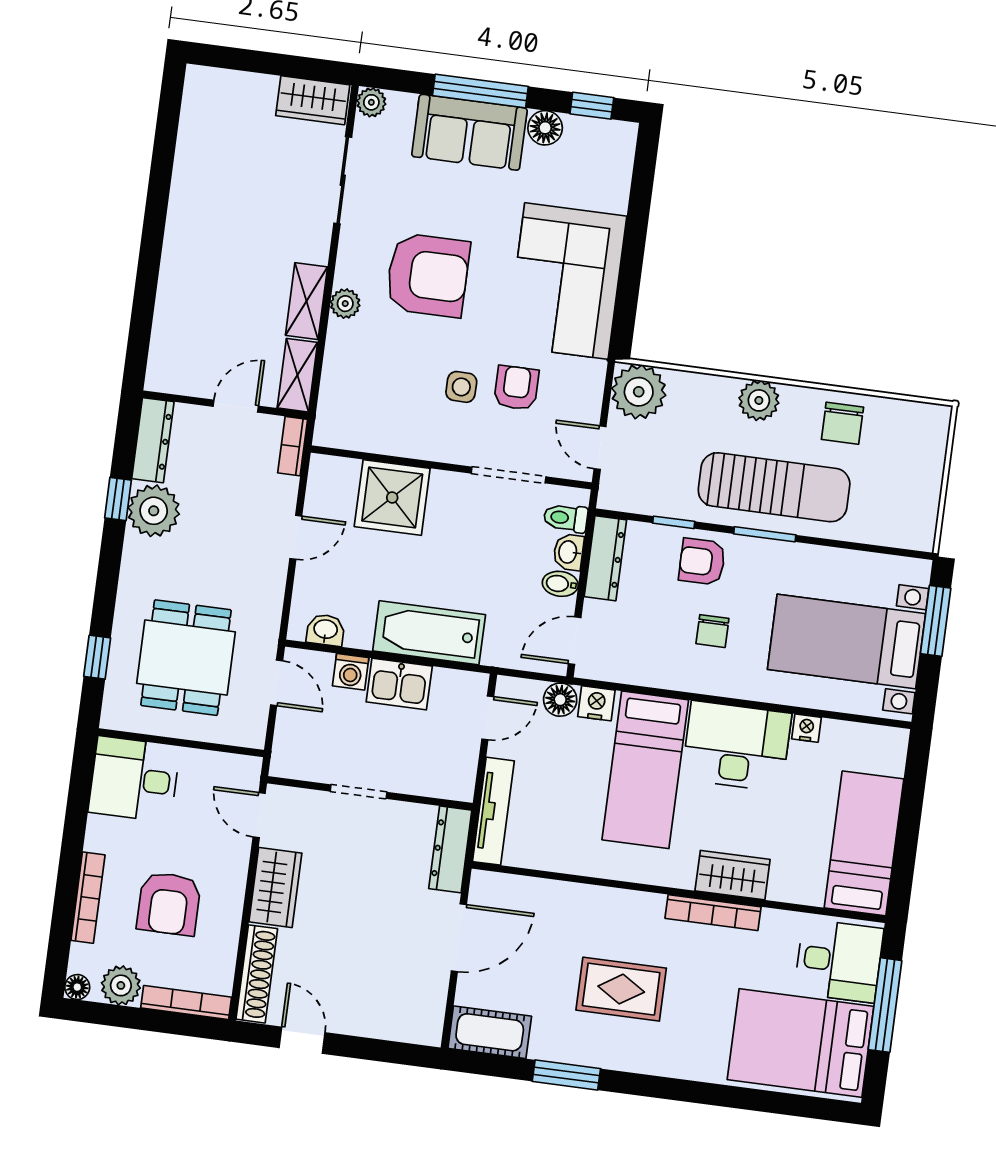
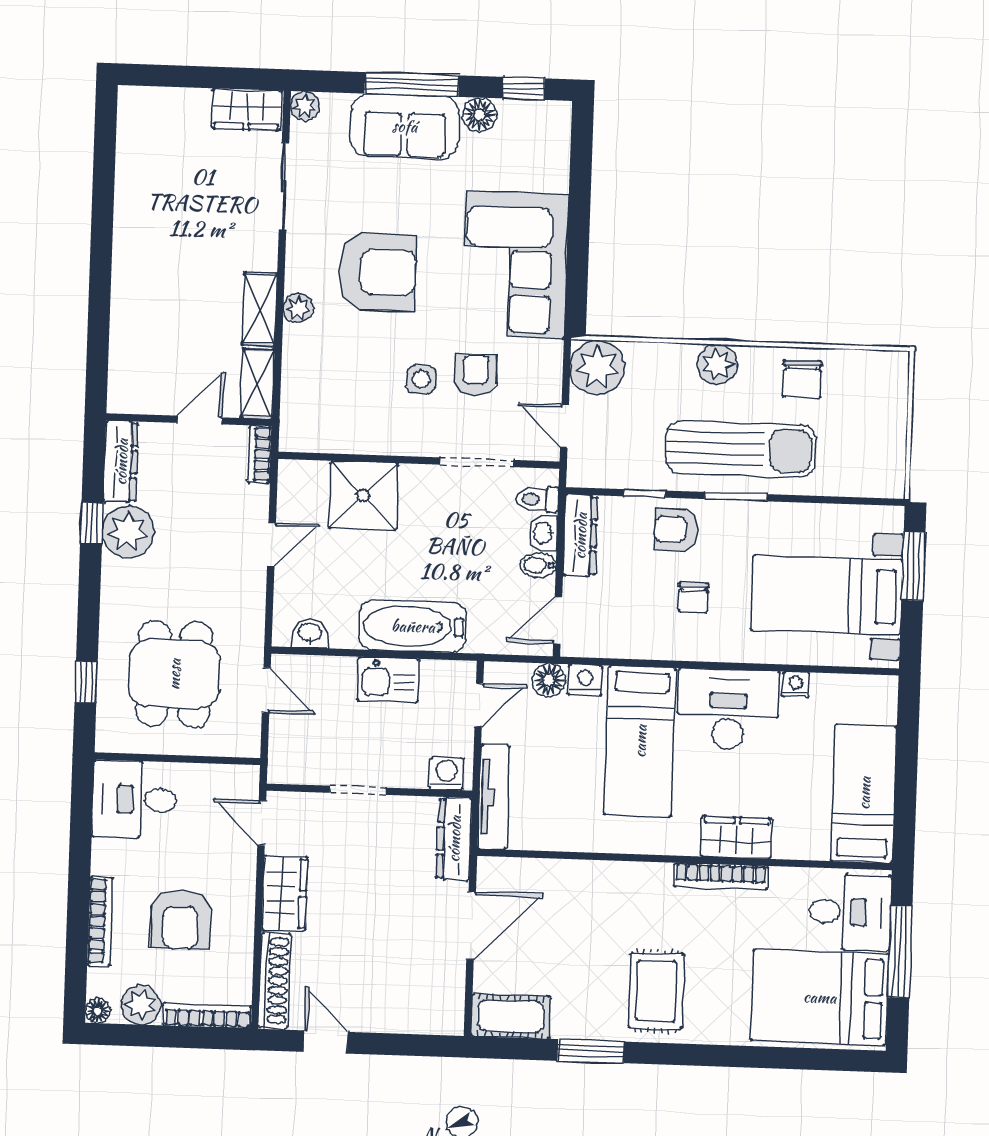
washing machine: (351, 672) -> (446, 774), moved, turned 180
rug: (621, 989) -> (656, 991), moved, turned 90

